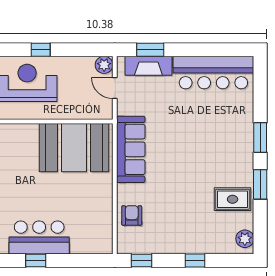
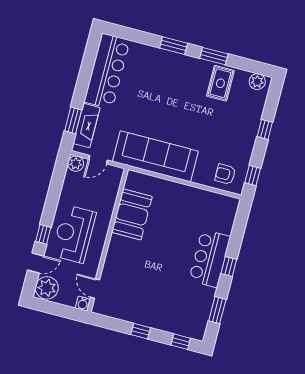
window: (41, 50) -> (43, 234), moved
booth: (74, 148) -> (132, 214), width x0.73, depth x0.70
sofa: (131, 149) -> (155, 156), width x1.36, depth x1.27
armchair: (132, 215) -> (225, 174), moved

